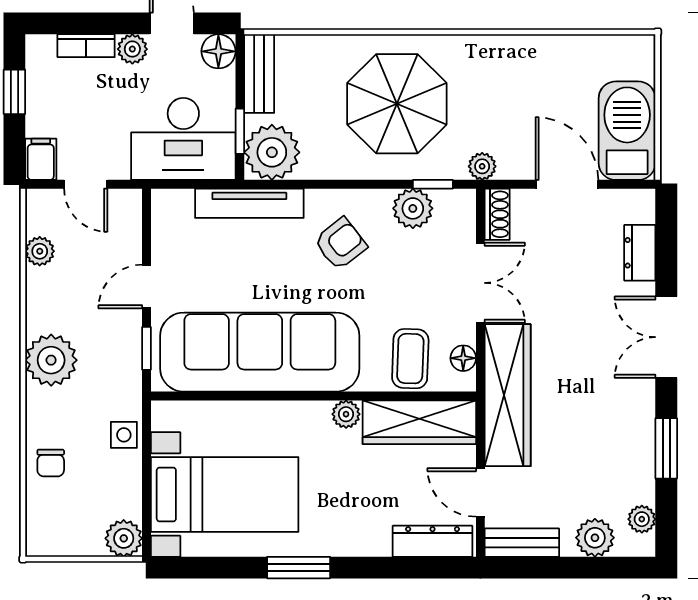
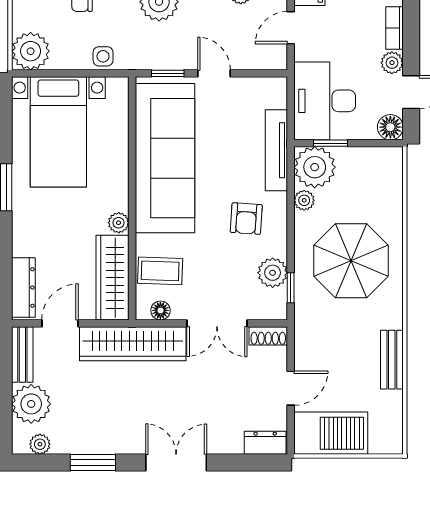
bench: (259, 74) -> (392, 360), moved, turned 90
plant: (482, 166) -> (304, 200), moved
door: (567, 184) -> (291, 388), width x0.73
armchair: (340, 244) -> (246, 219), turned 42
dresser: (640, 253) -> (265, 443), moved
plant: (124, 538) -> (31, 51), width x1.36, depth x1.36
plant: (595, 538) -> (31, 404), width x1.36, depth x1.36

